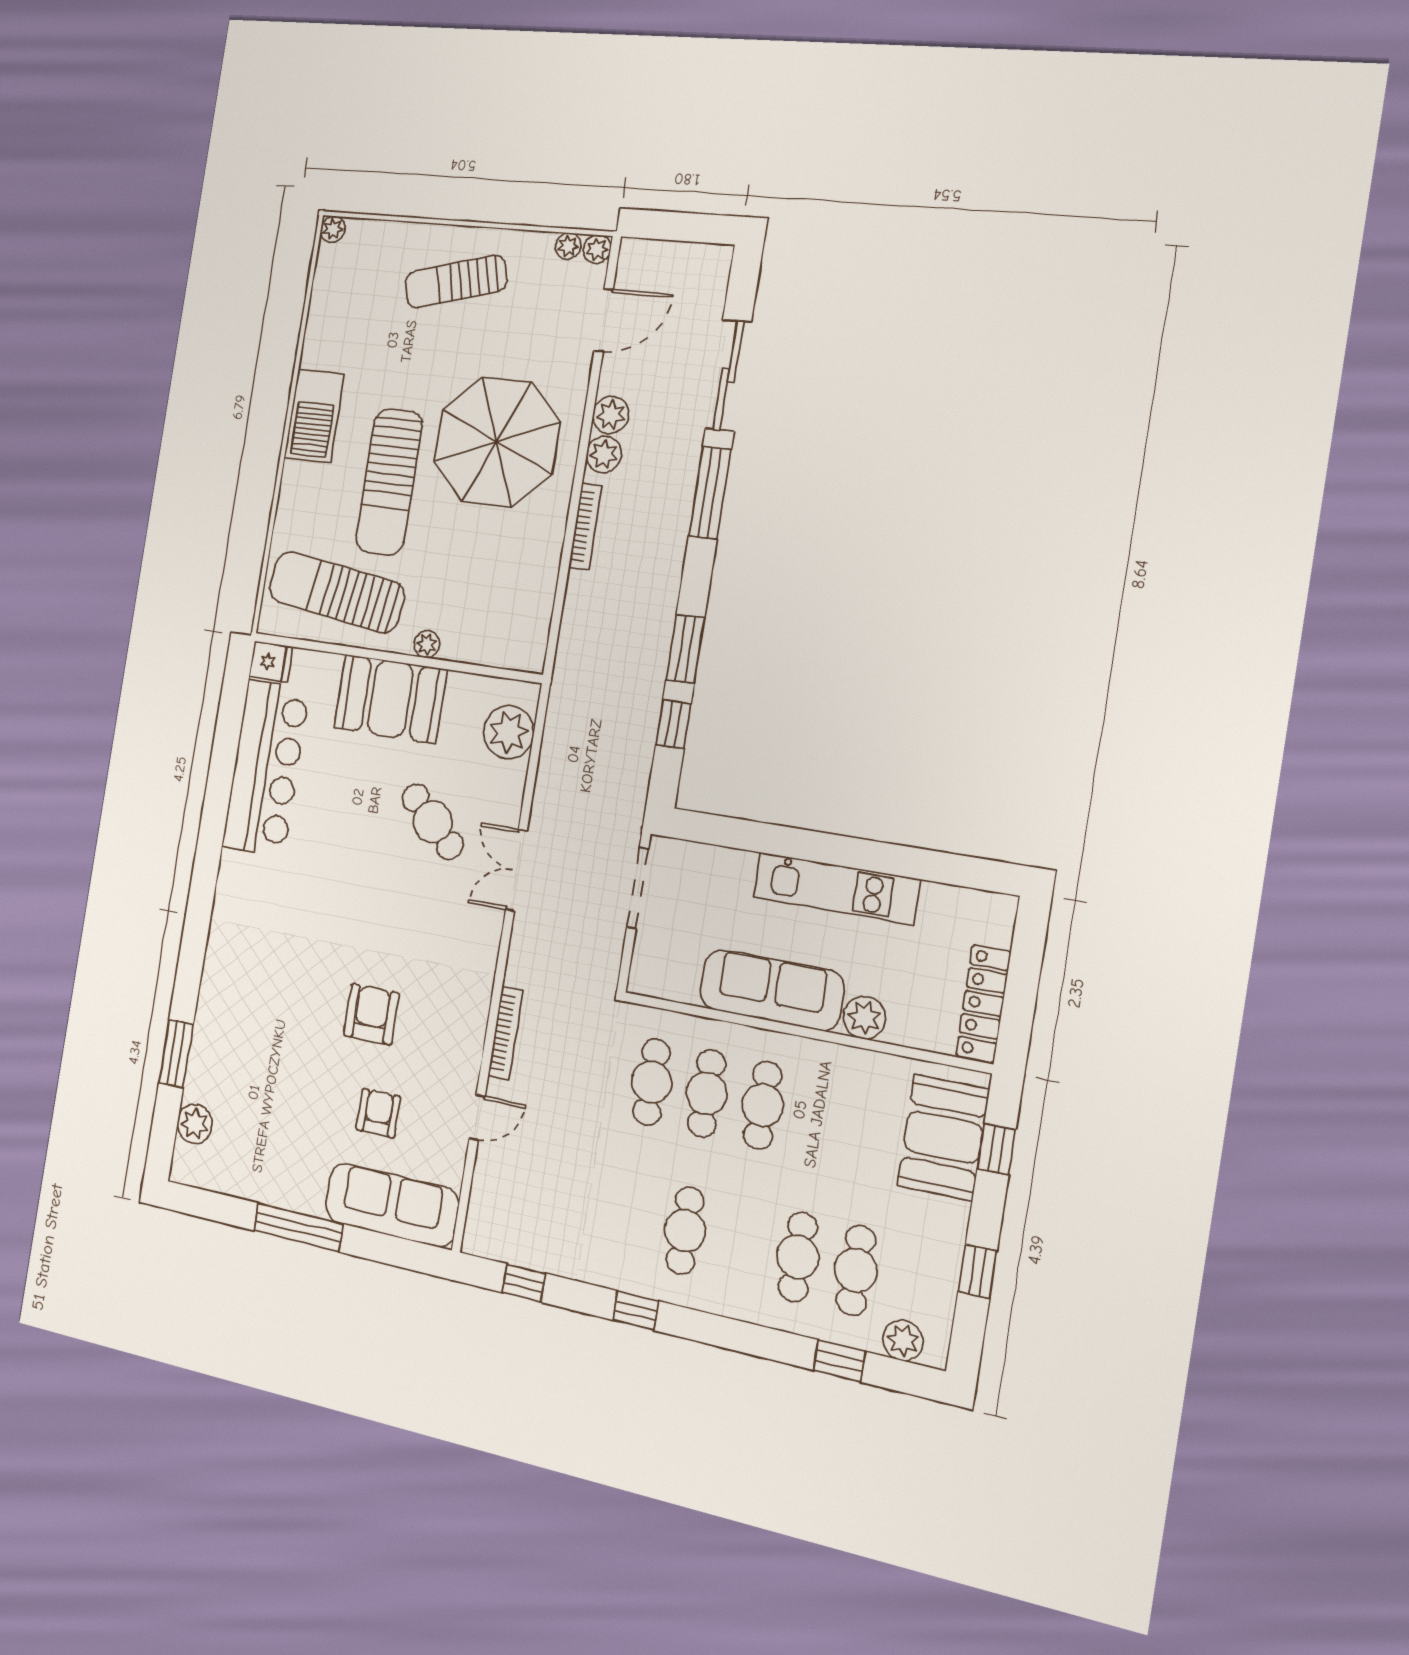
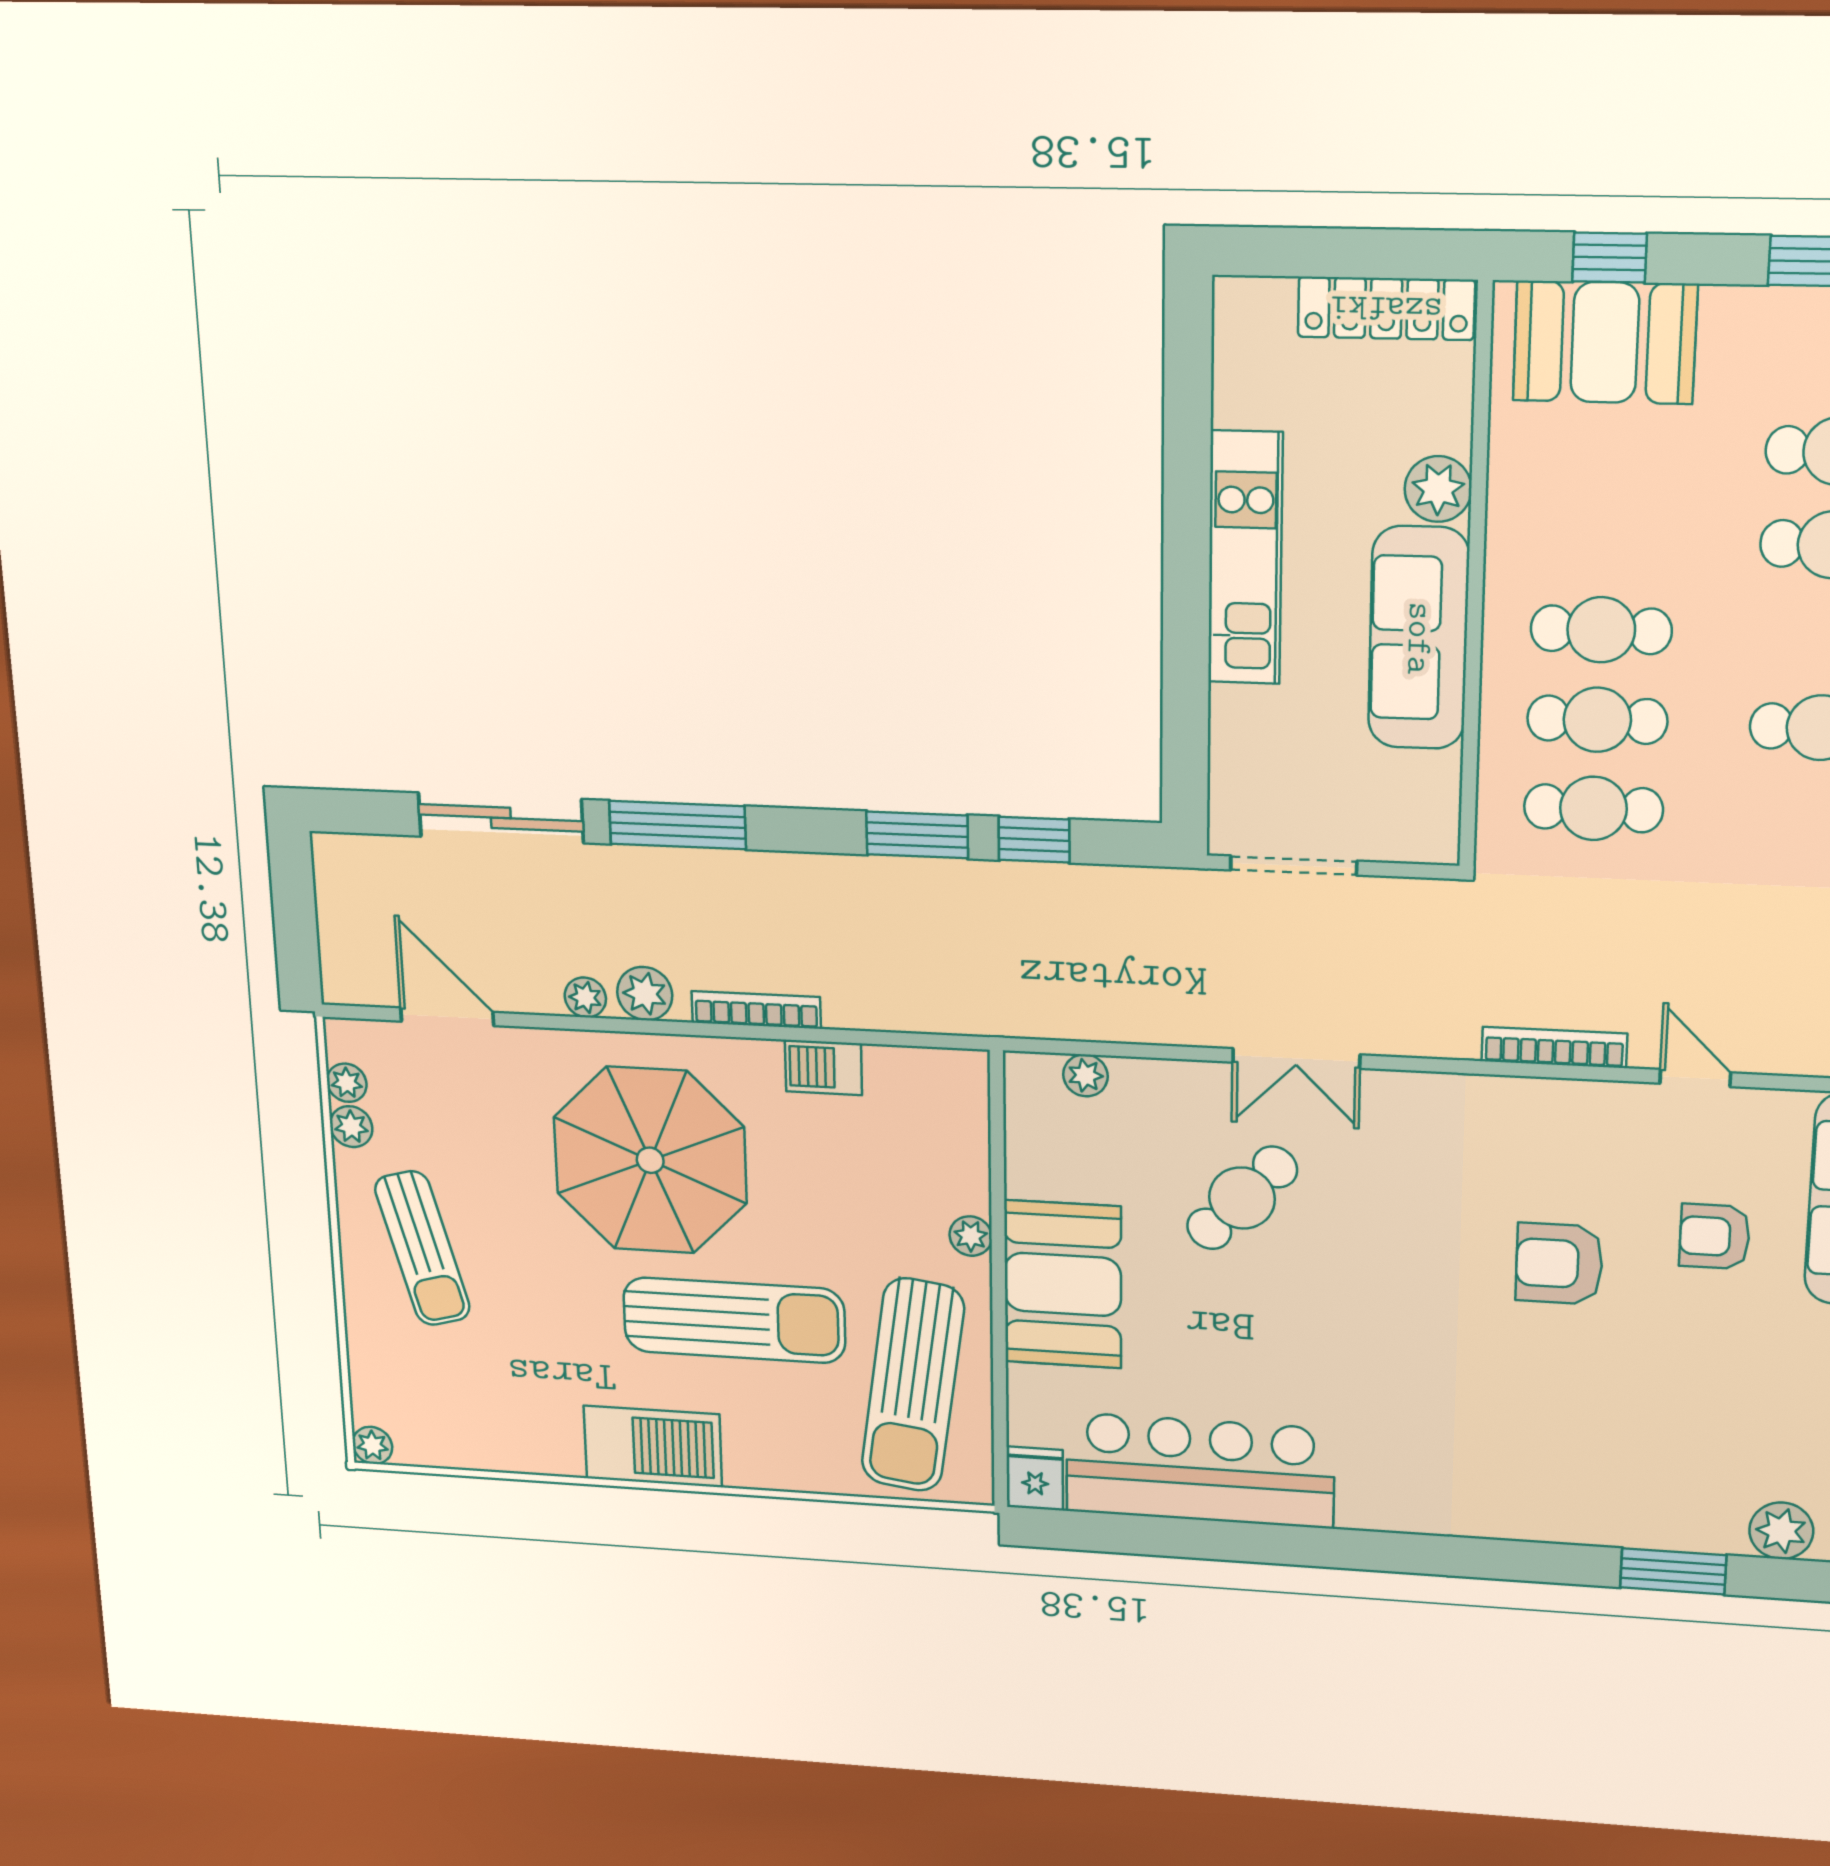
plant: (597, 249) -> (351, 1127), moved
plant: (611, 415) -> (585, 997), width x0.73, depth x0.73
barbecue: (544, 565) -> (823, 1067), added
plant: (509, 732) -> (1085, 1075), width x0.53, depth x0.53

